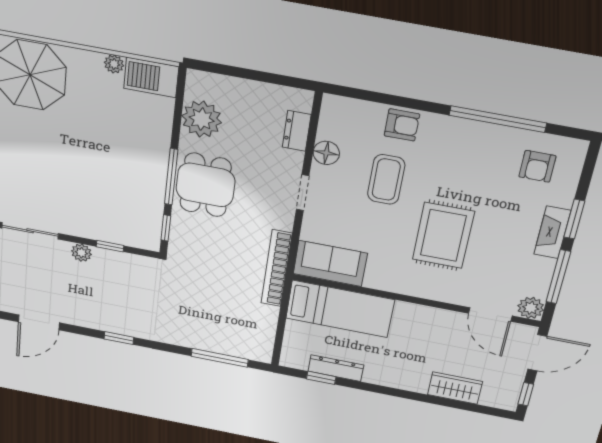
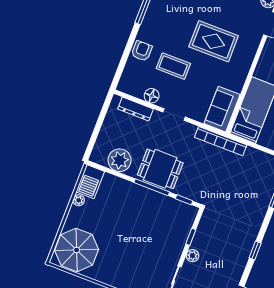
dresser: (297, 131) -> (136, 109), width x1.44

